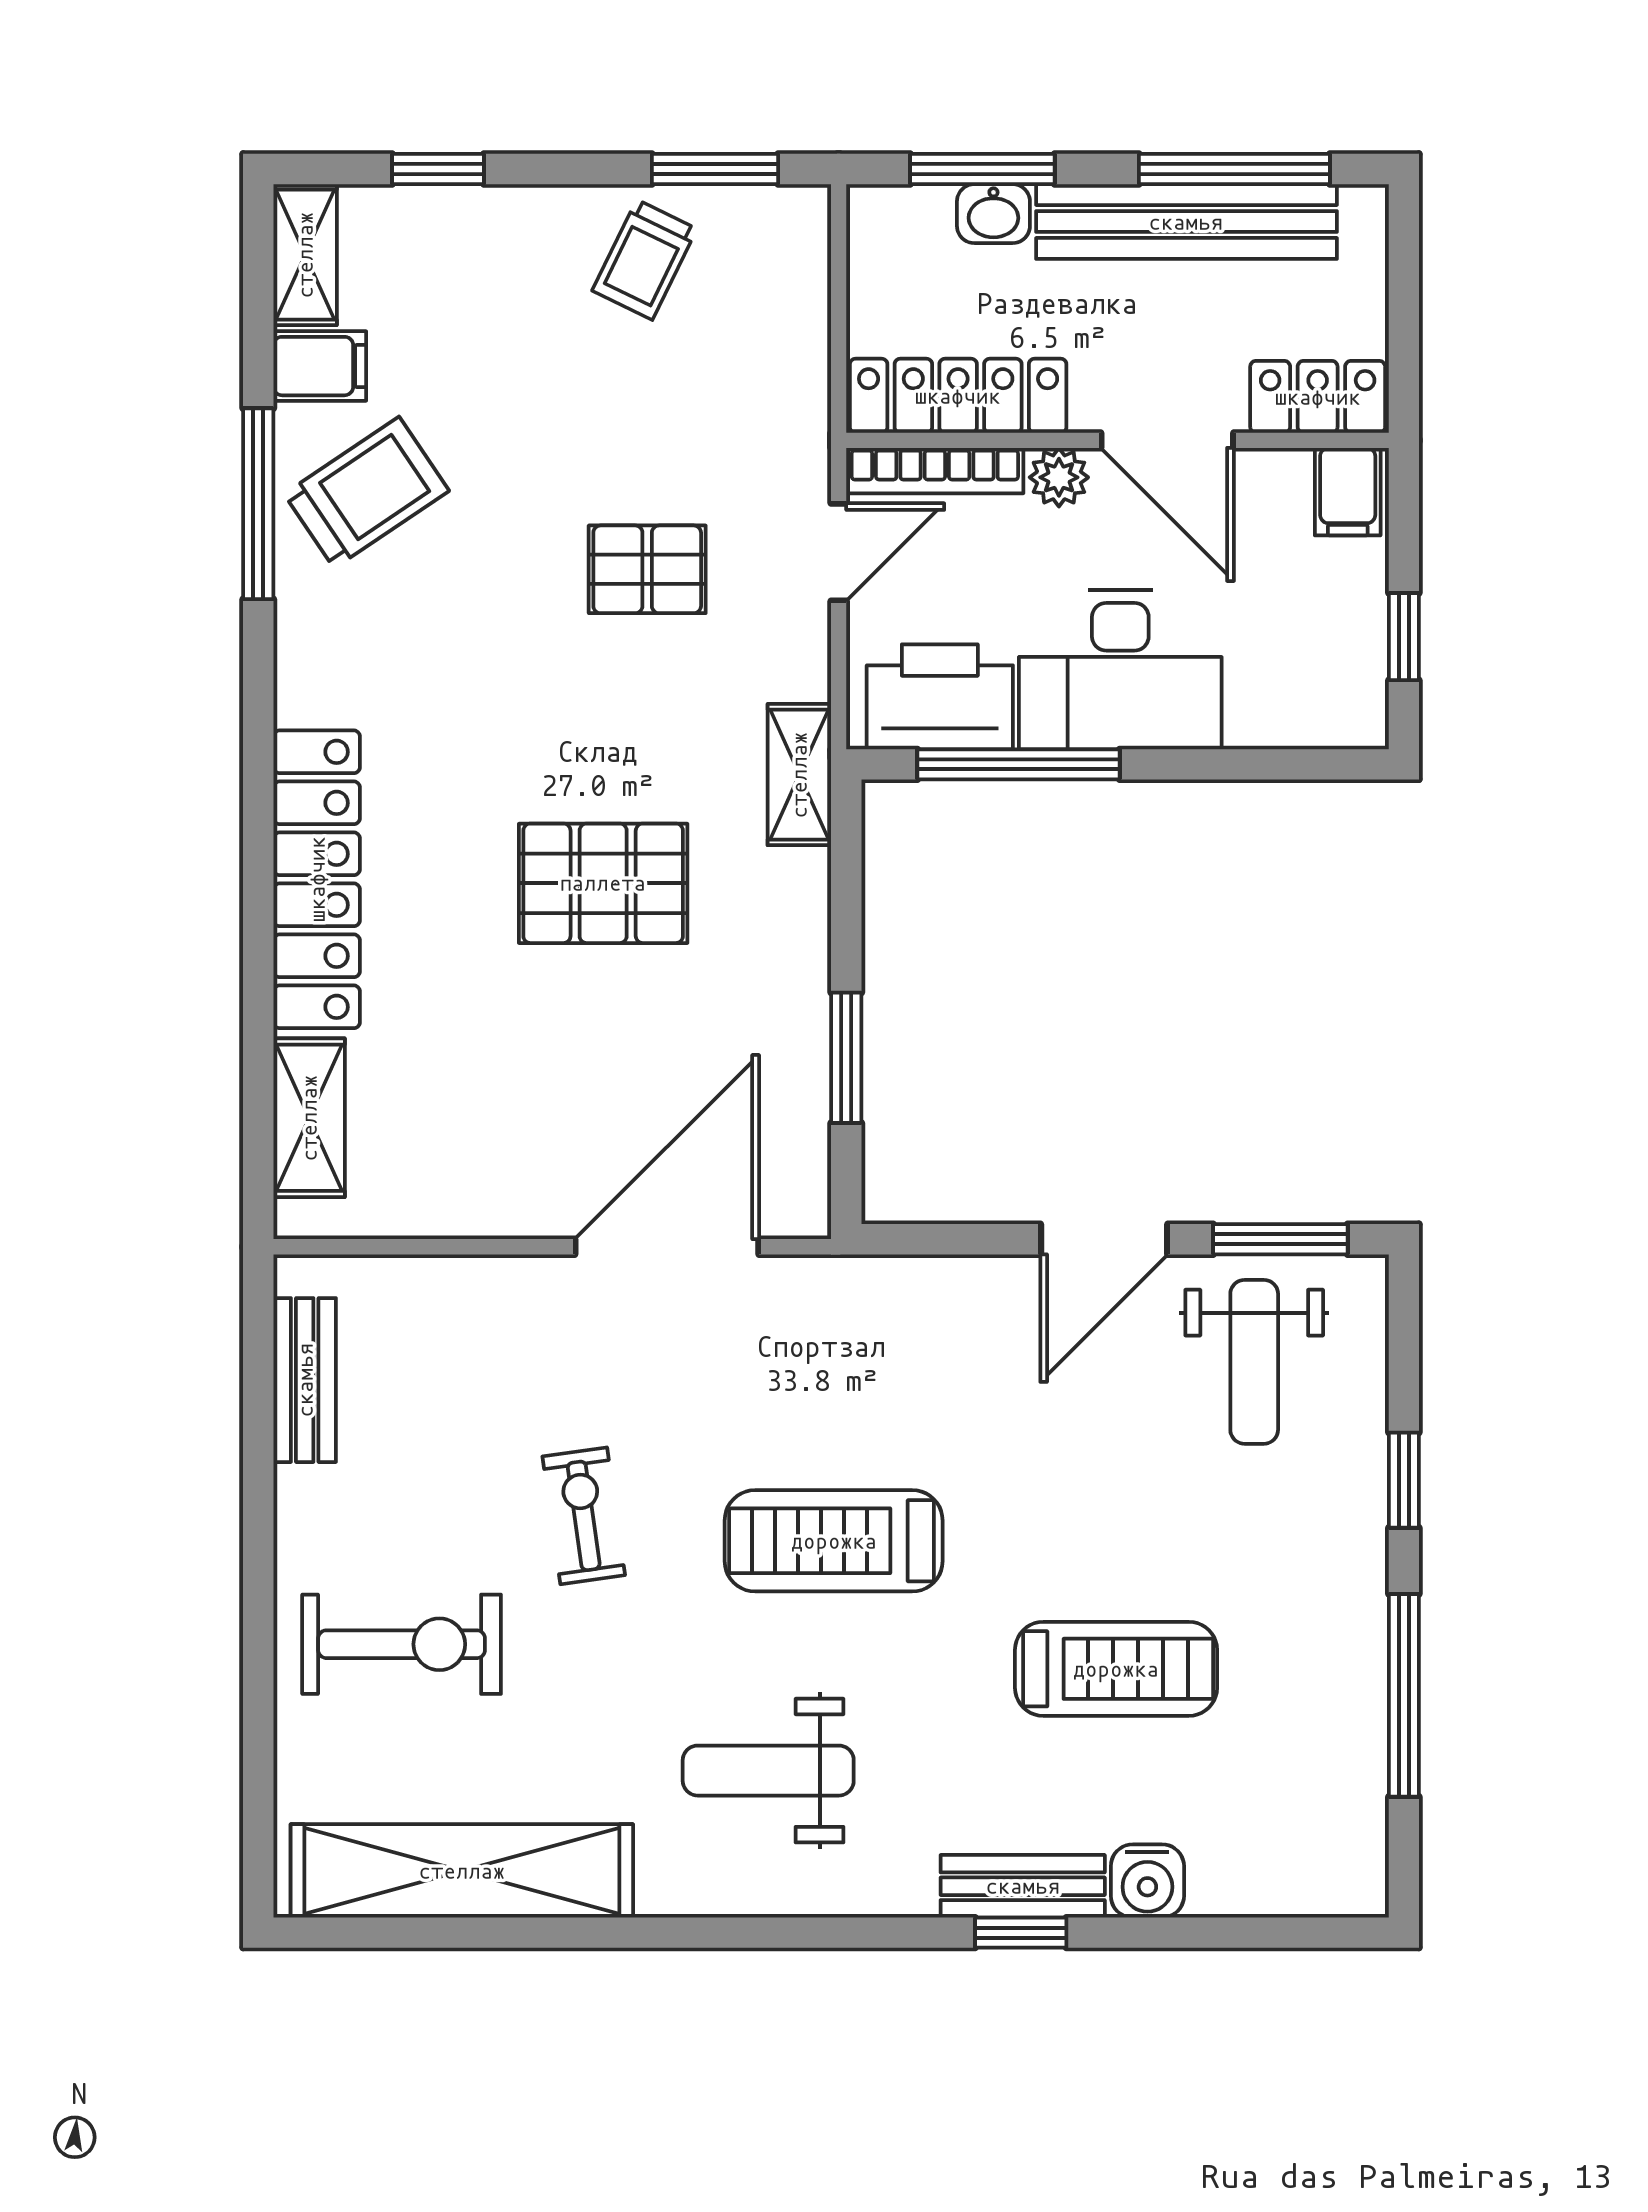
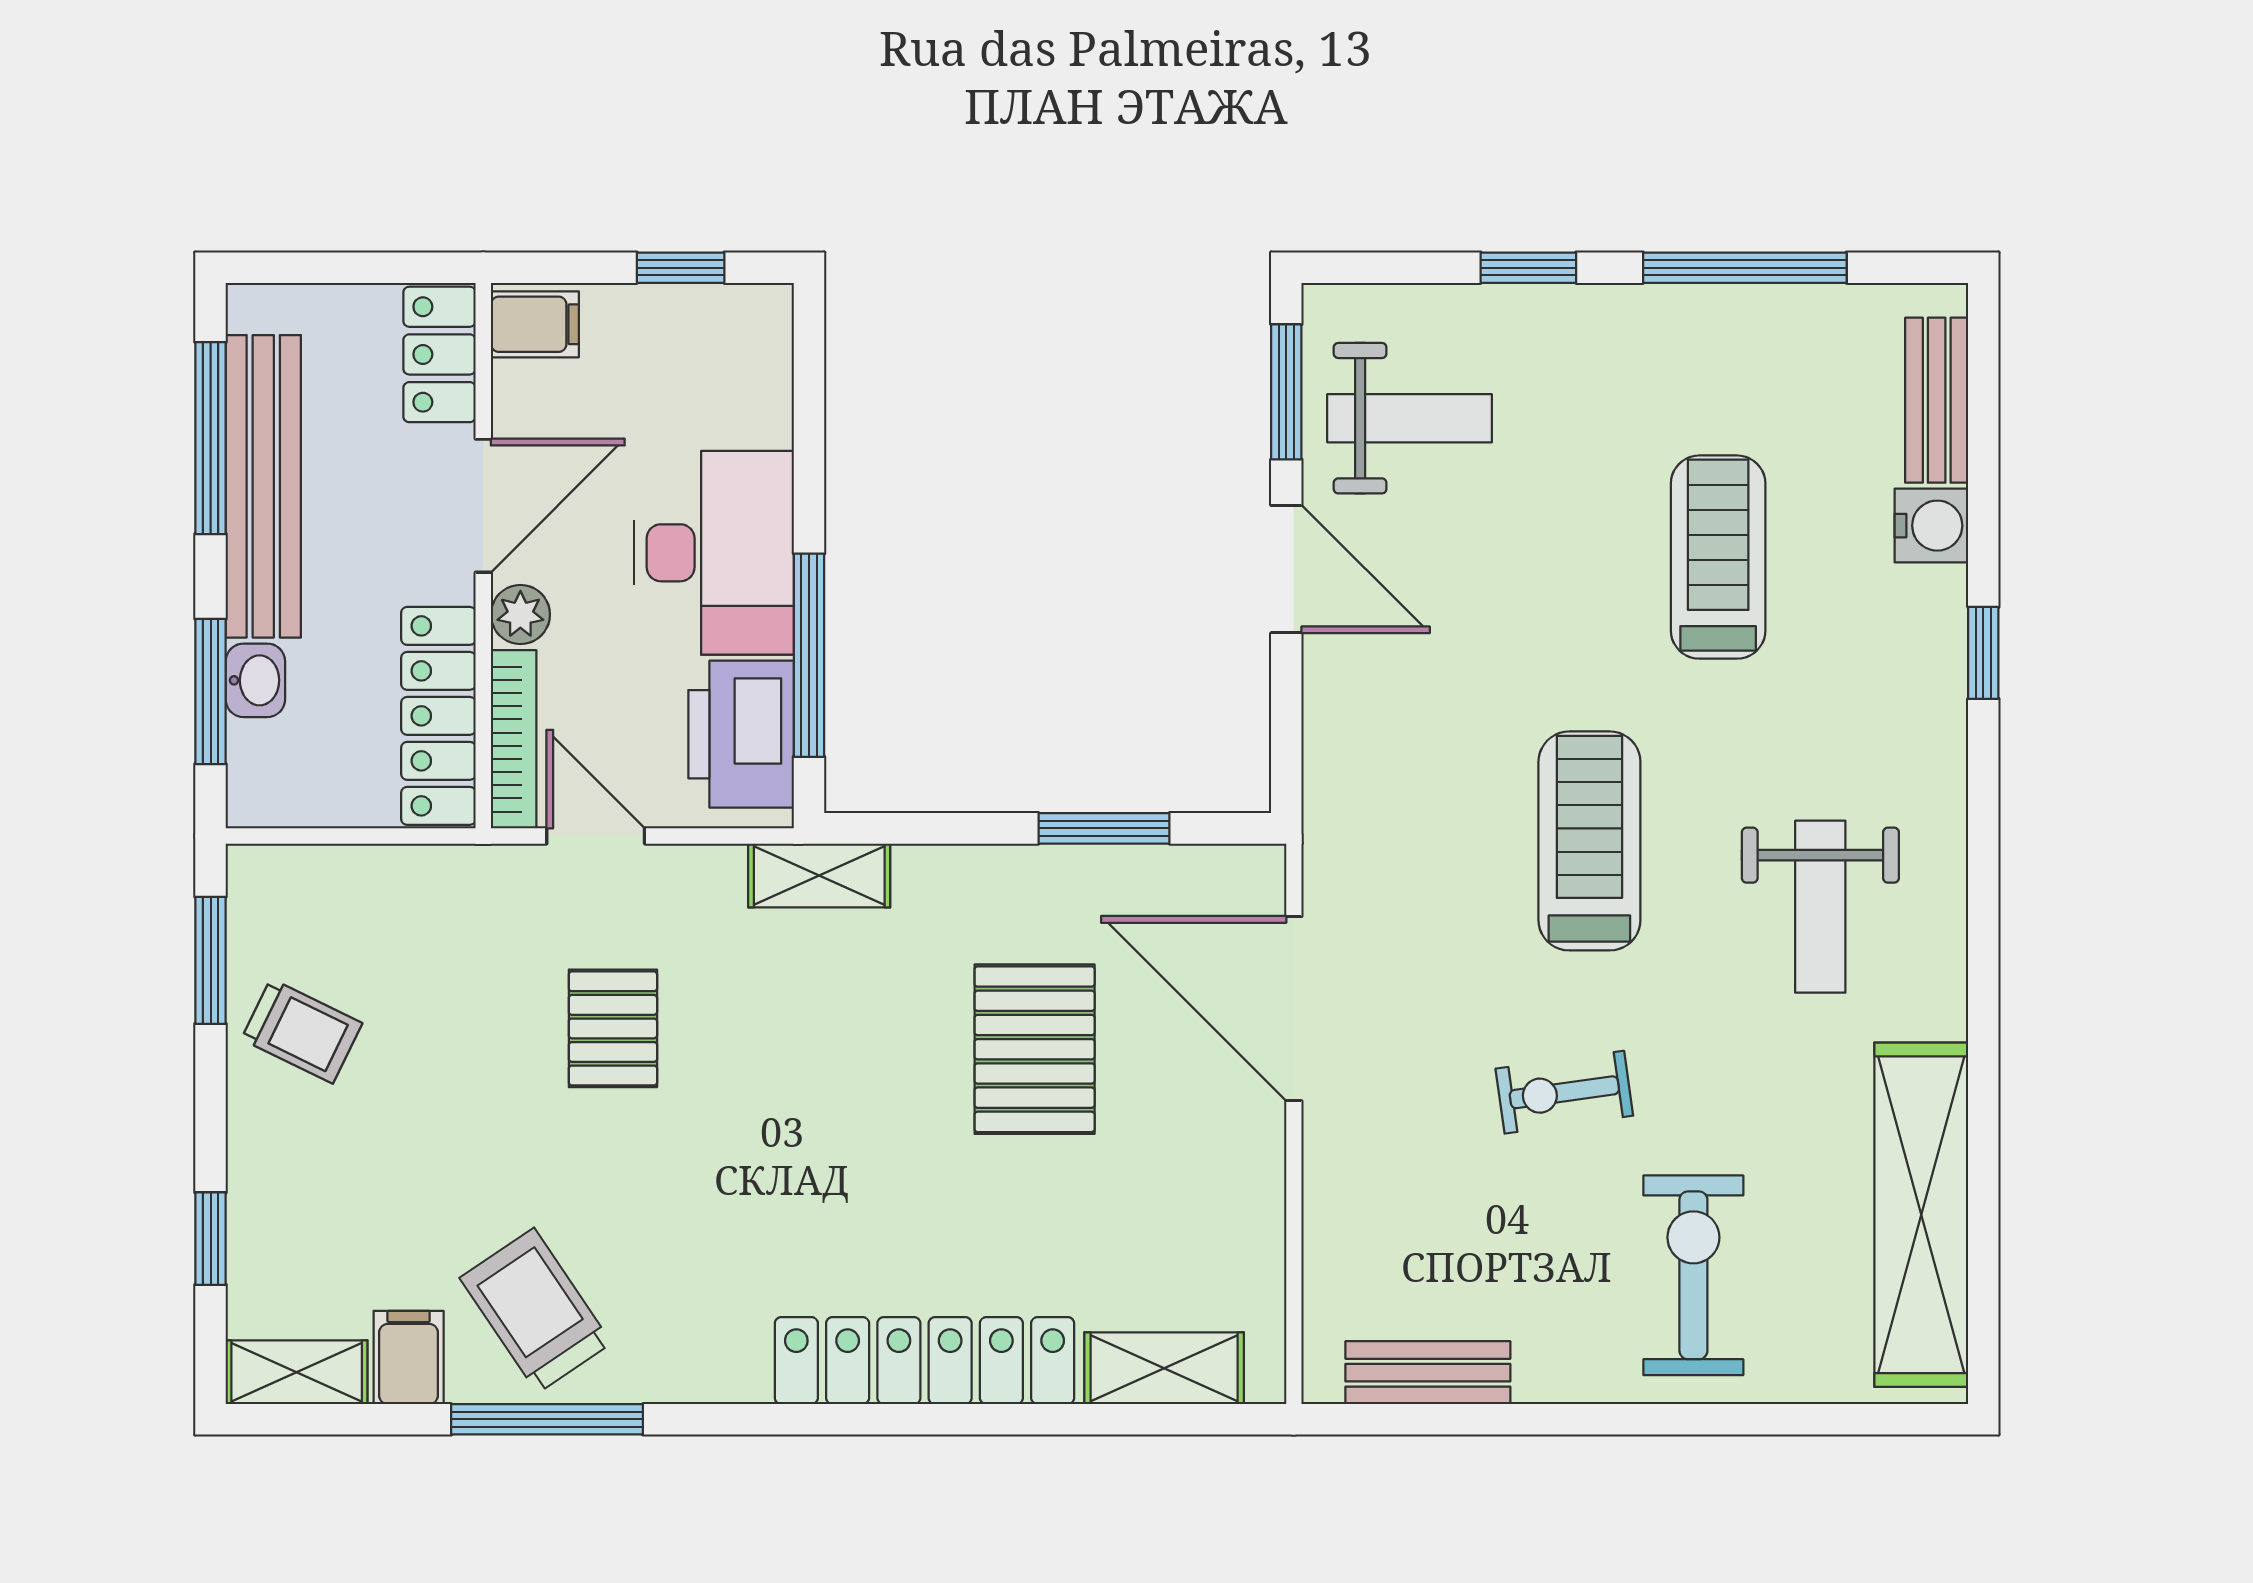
pallet: (603, 883) -> (1035, 1049), moved
treadmill: (834, 1541) -> (1589, 841), turned 180
bench: (1023, 1886) -> (1937, 400), moved

